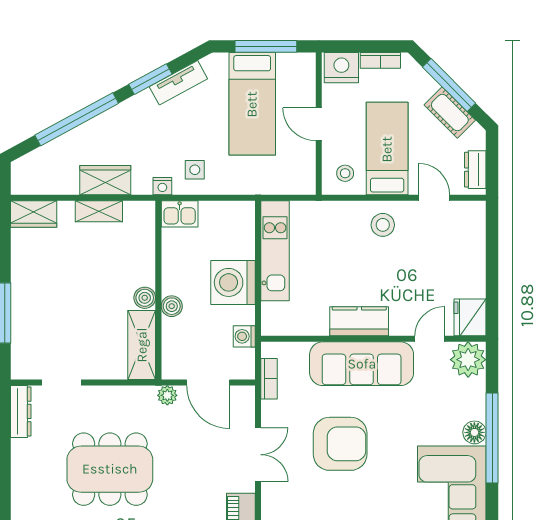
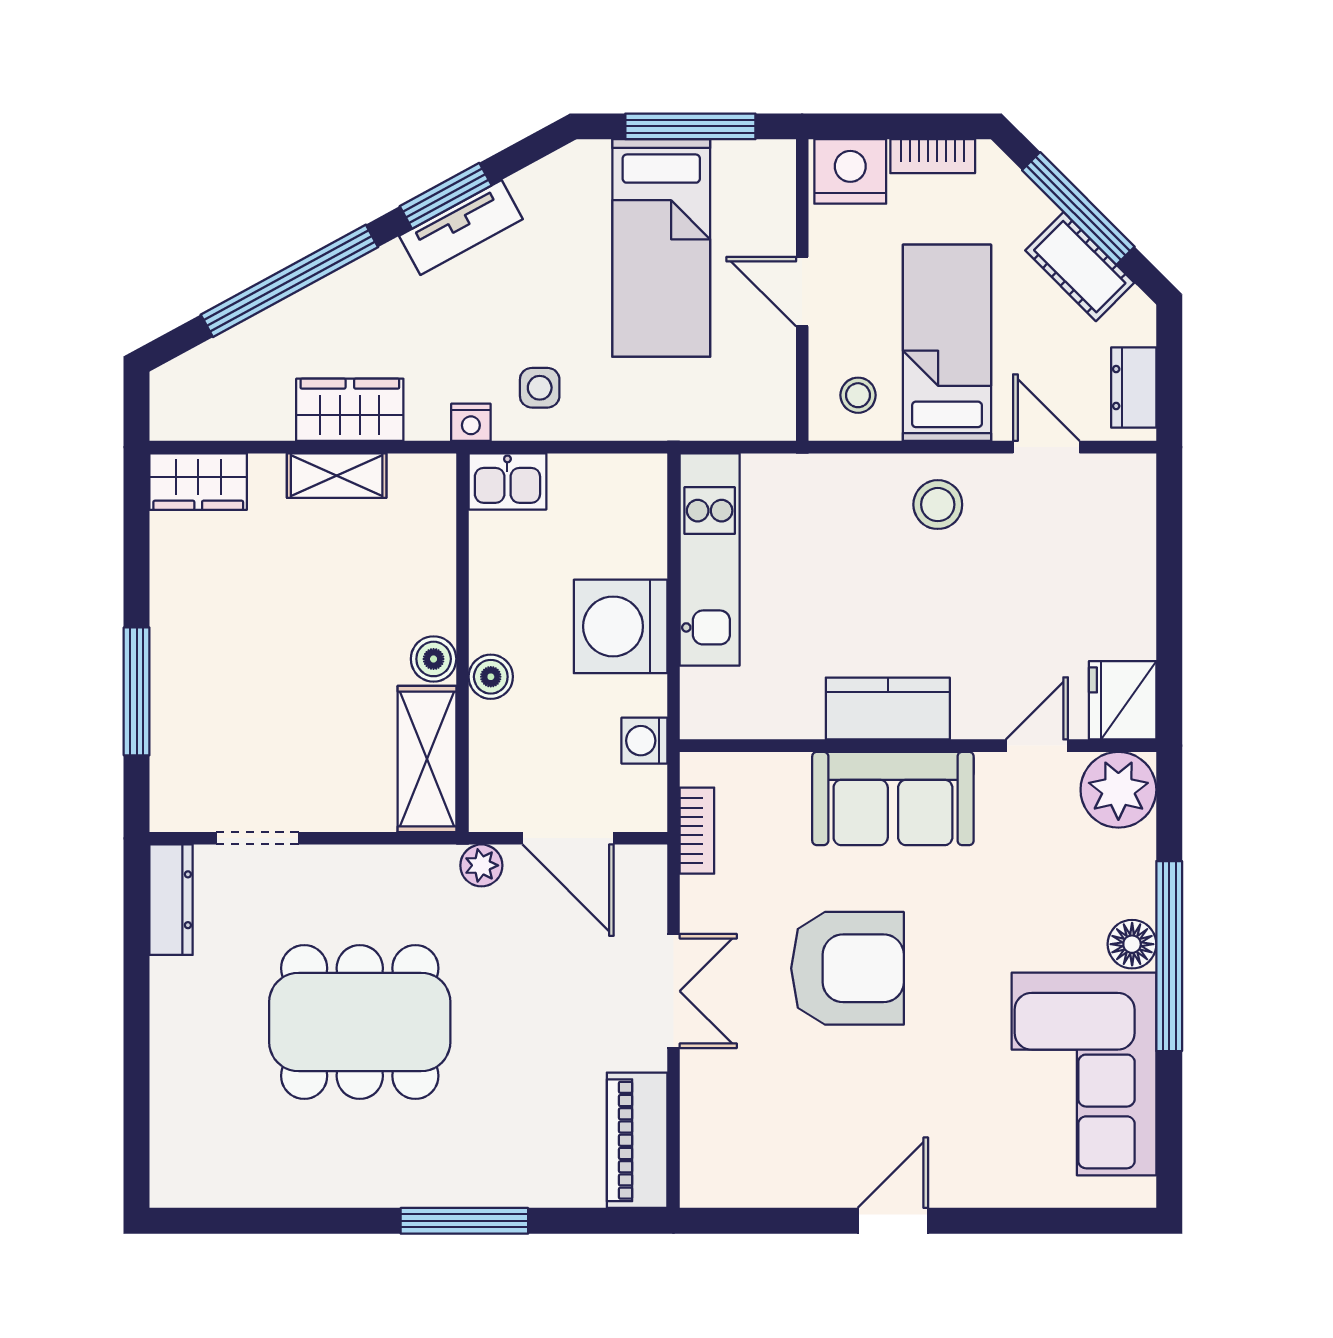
tv unit: (178, 83) -> (461, 228), moved
sofa: (362, 364) -> (893, 799), width x0.73

